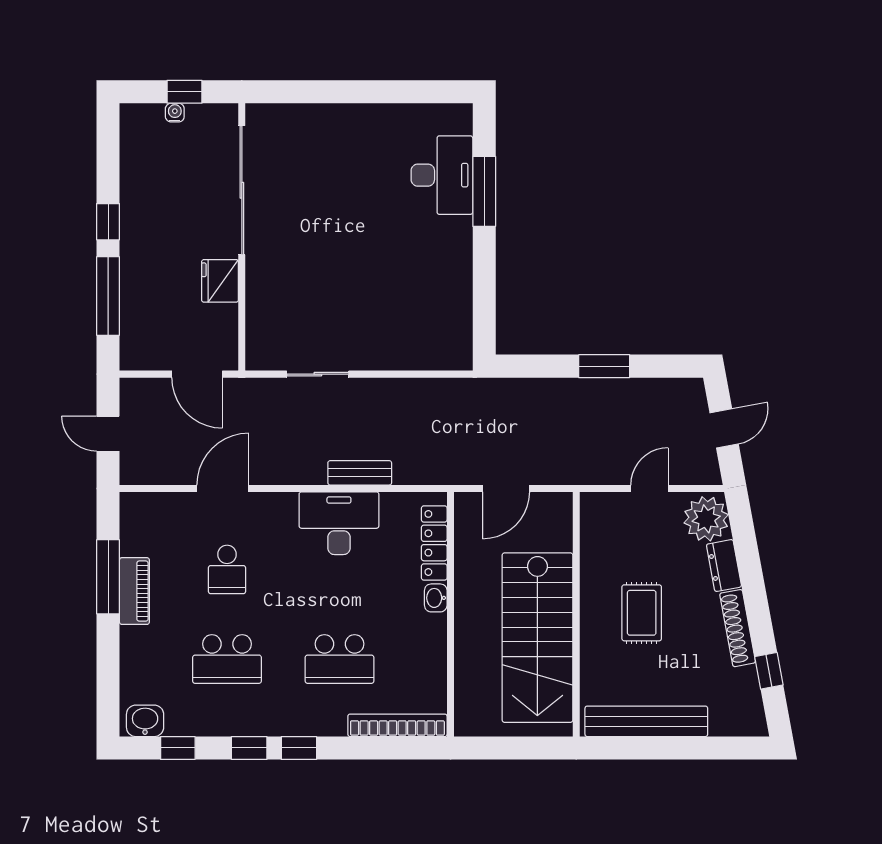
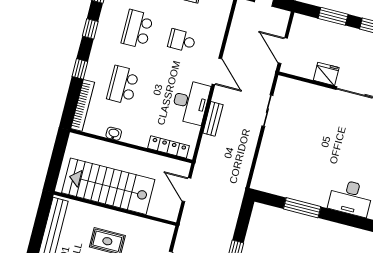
window: (484, 191) -> (302, 208), moved
window: (108, 296) -> (333, 16), width x0.69
door: (197, 374) -> (283, 51), hinge flipped
door: (223, 488) -> (217, 71), moved
washbasin: (436, 598) -> (114, 134), moved
window: (299, 748) -> (80, 69), moved

